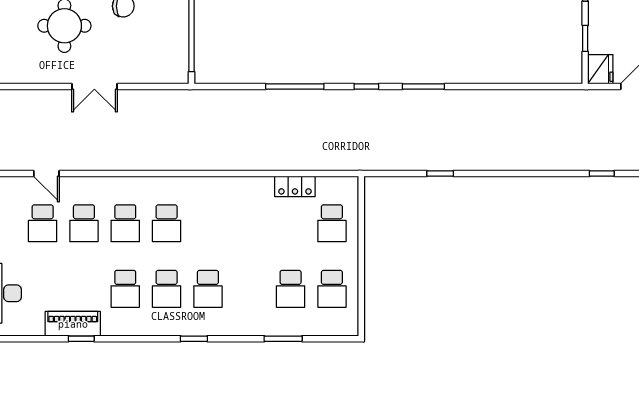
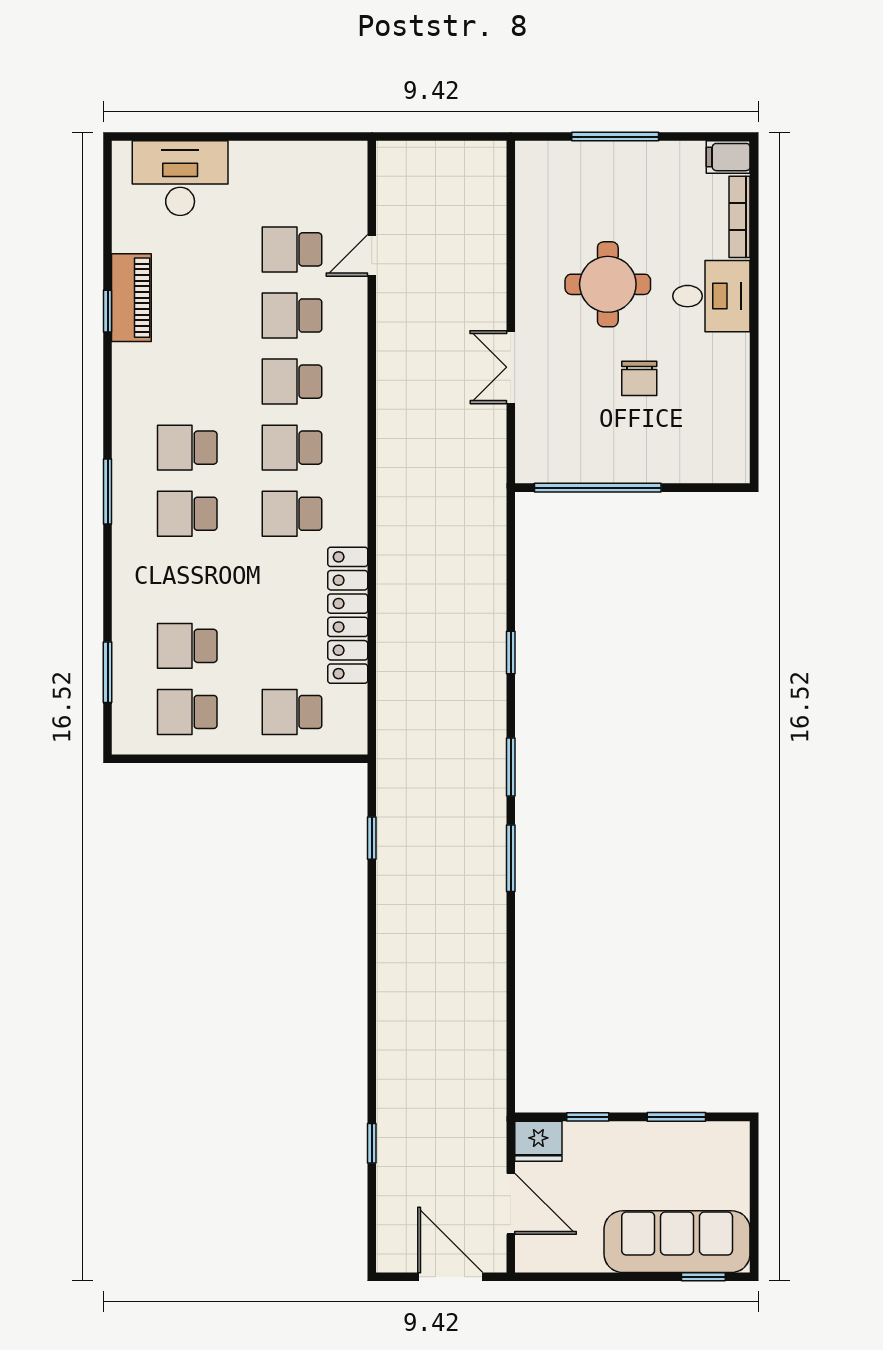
double door: (94, 86) -> (511, 367), moved
window: (295, 86) -> (511, 653), width x0.46
window: (366, 86) -> (511, 767), width x1.50
window: (440, 173) -> (372, 838), moved
locker: (295, 186) -> (348, 615), width x2.16, depth x1.21
school desk: (125, 289) -> (292, 514), moved
window: (194, 339) -> (108, 491), width x1.50
window: (283, 339) -> (108, 672), moved

